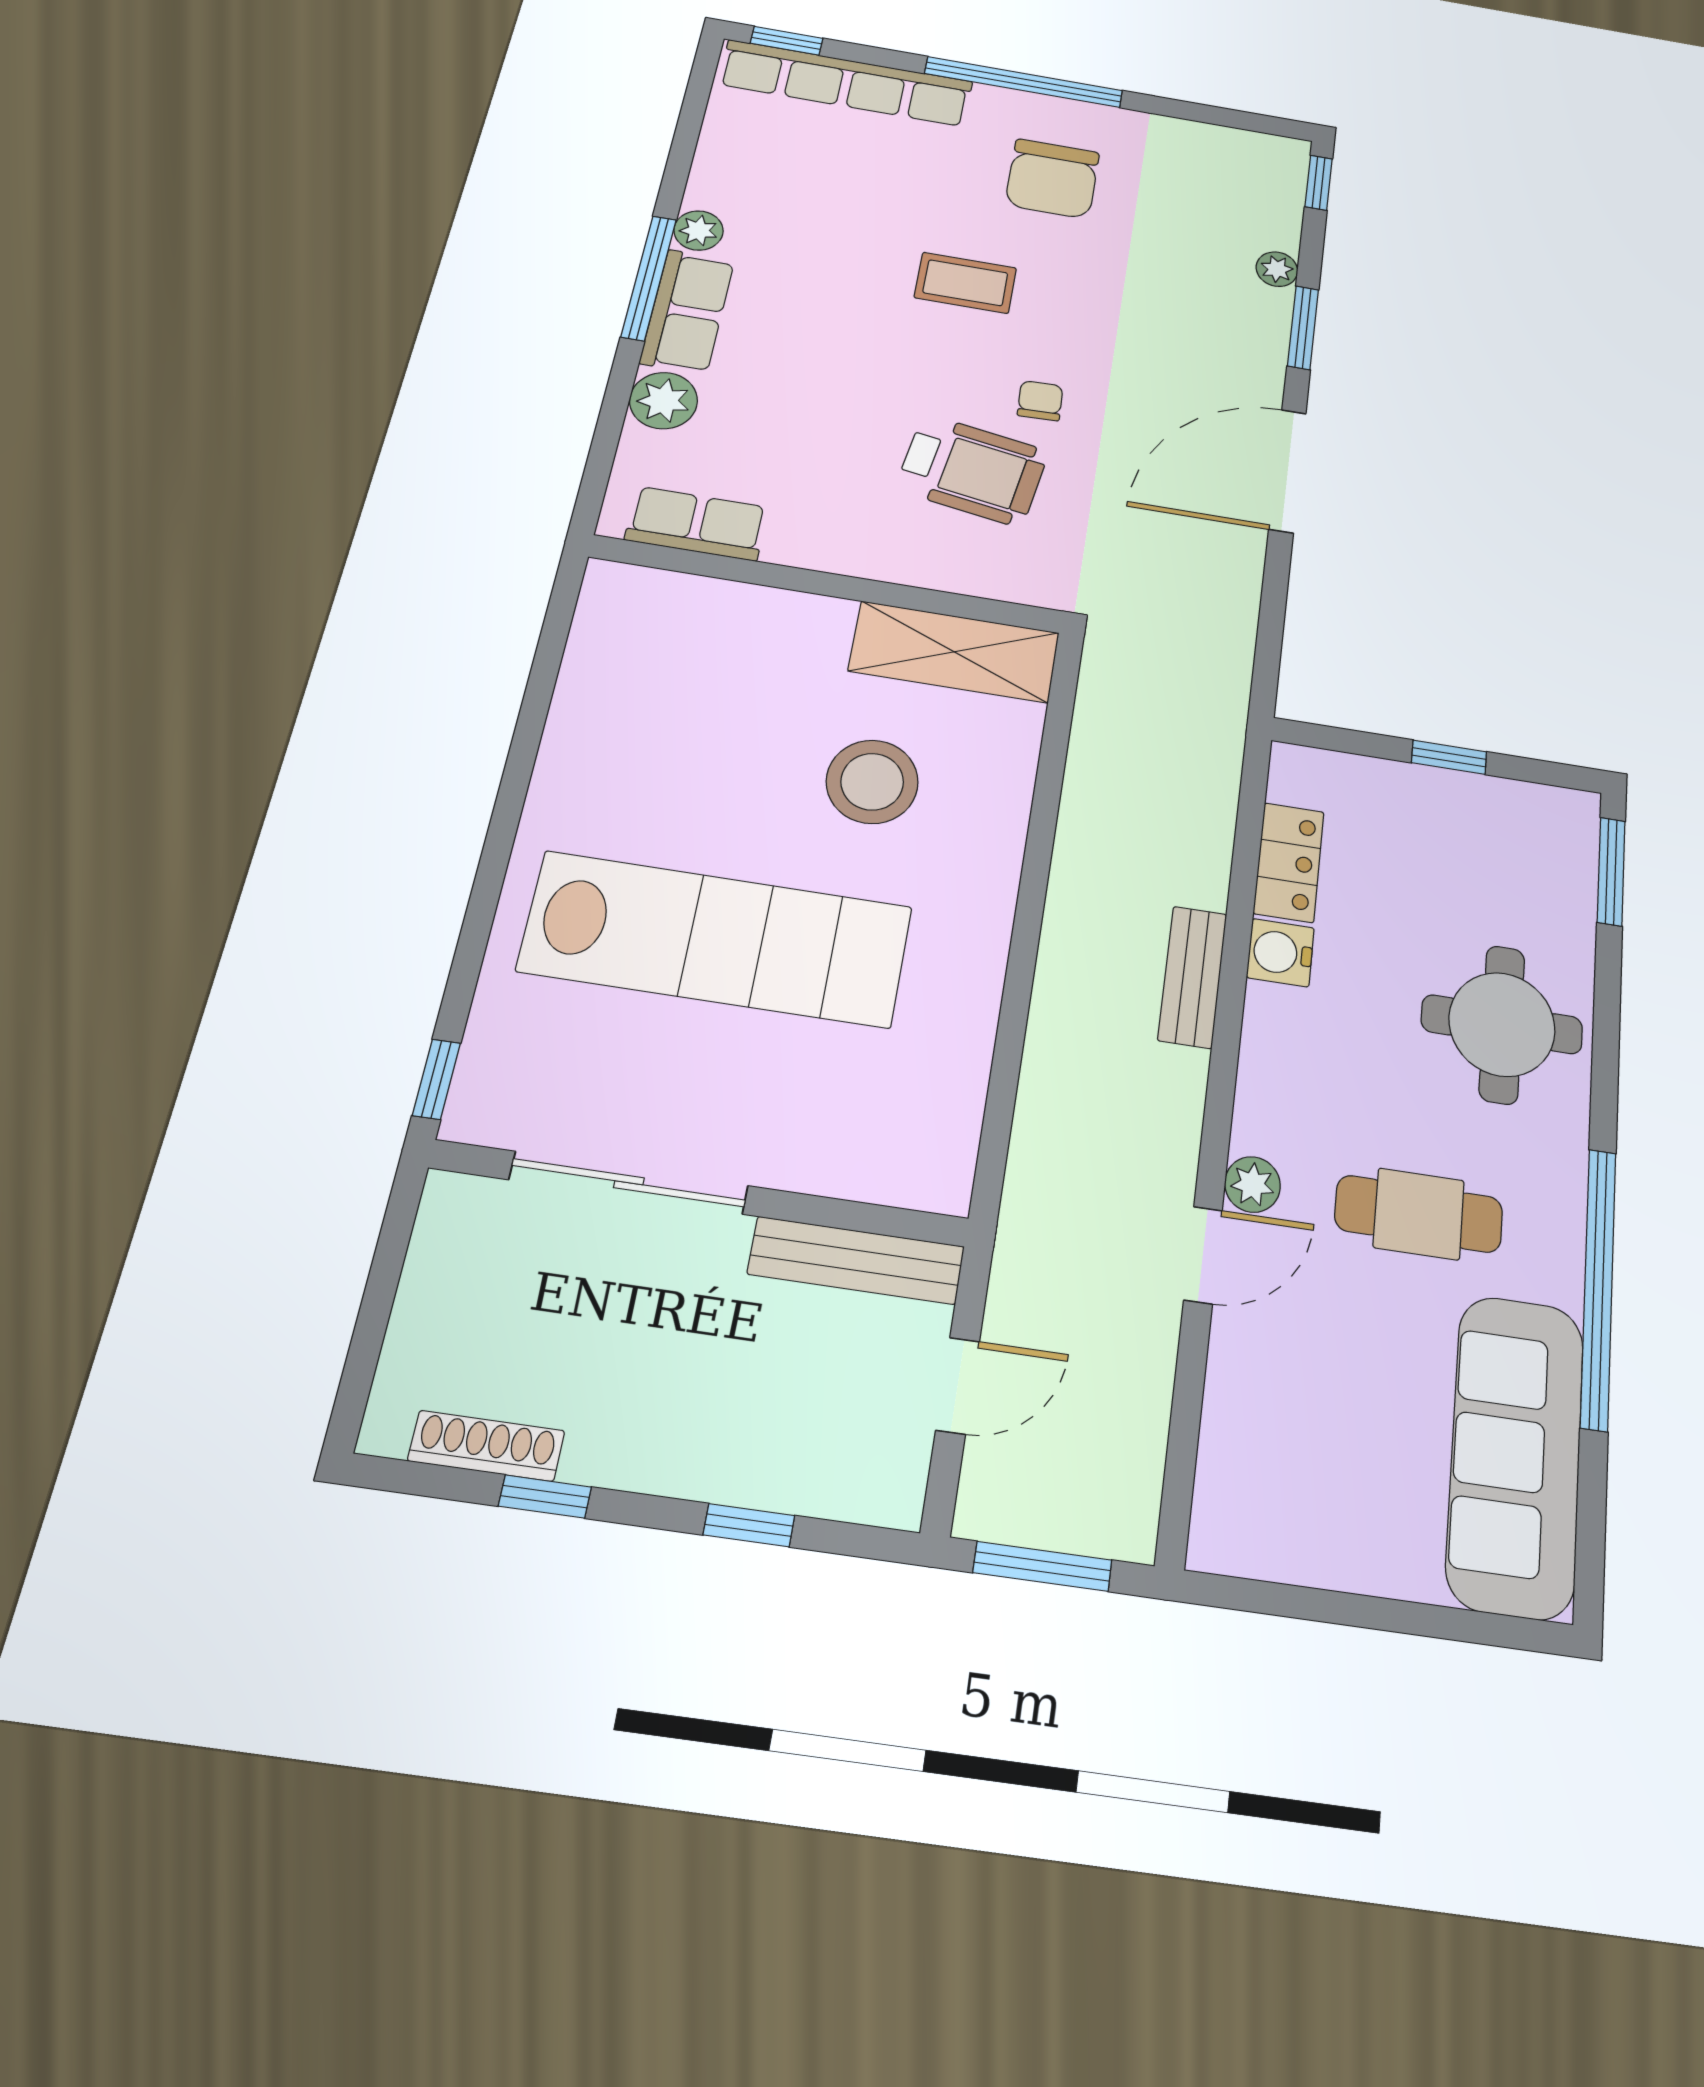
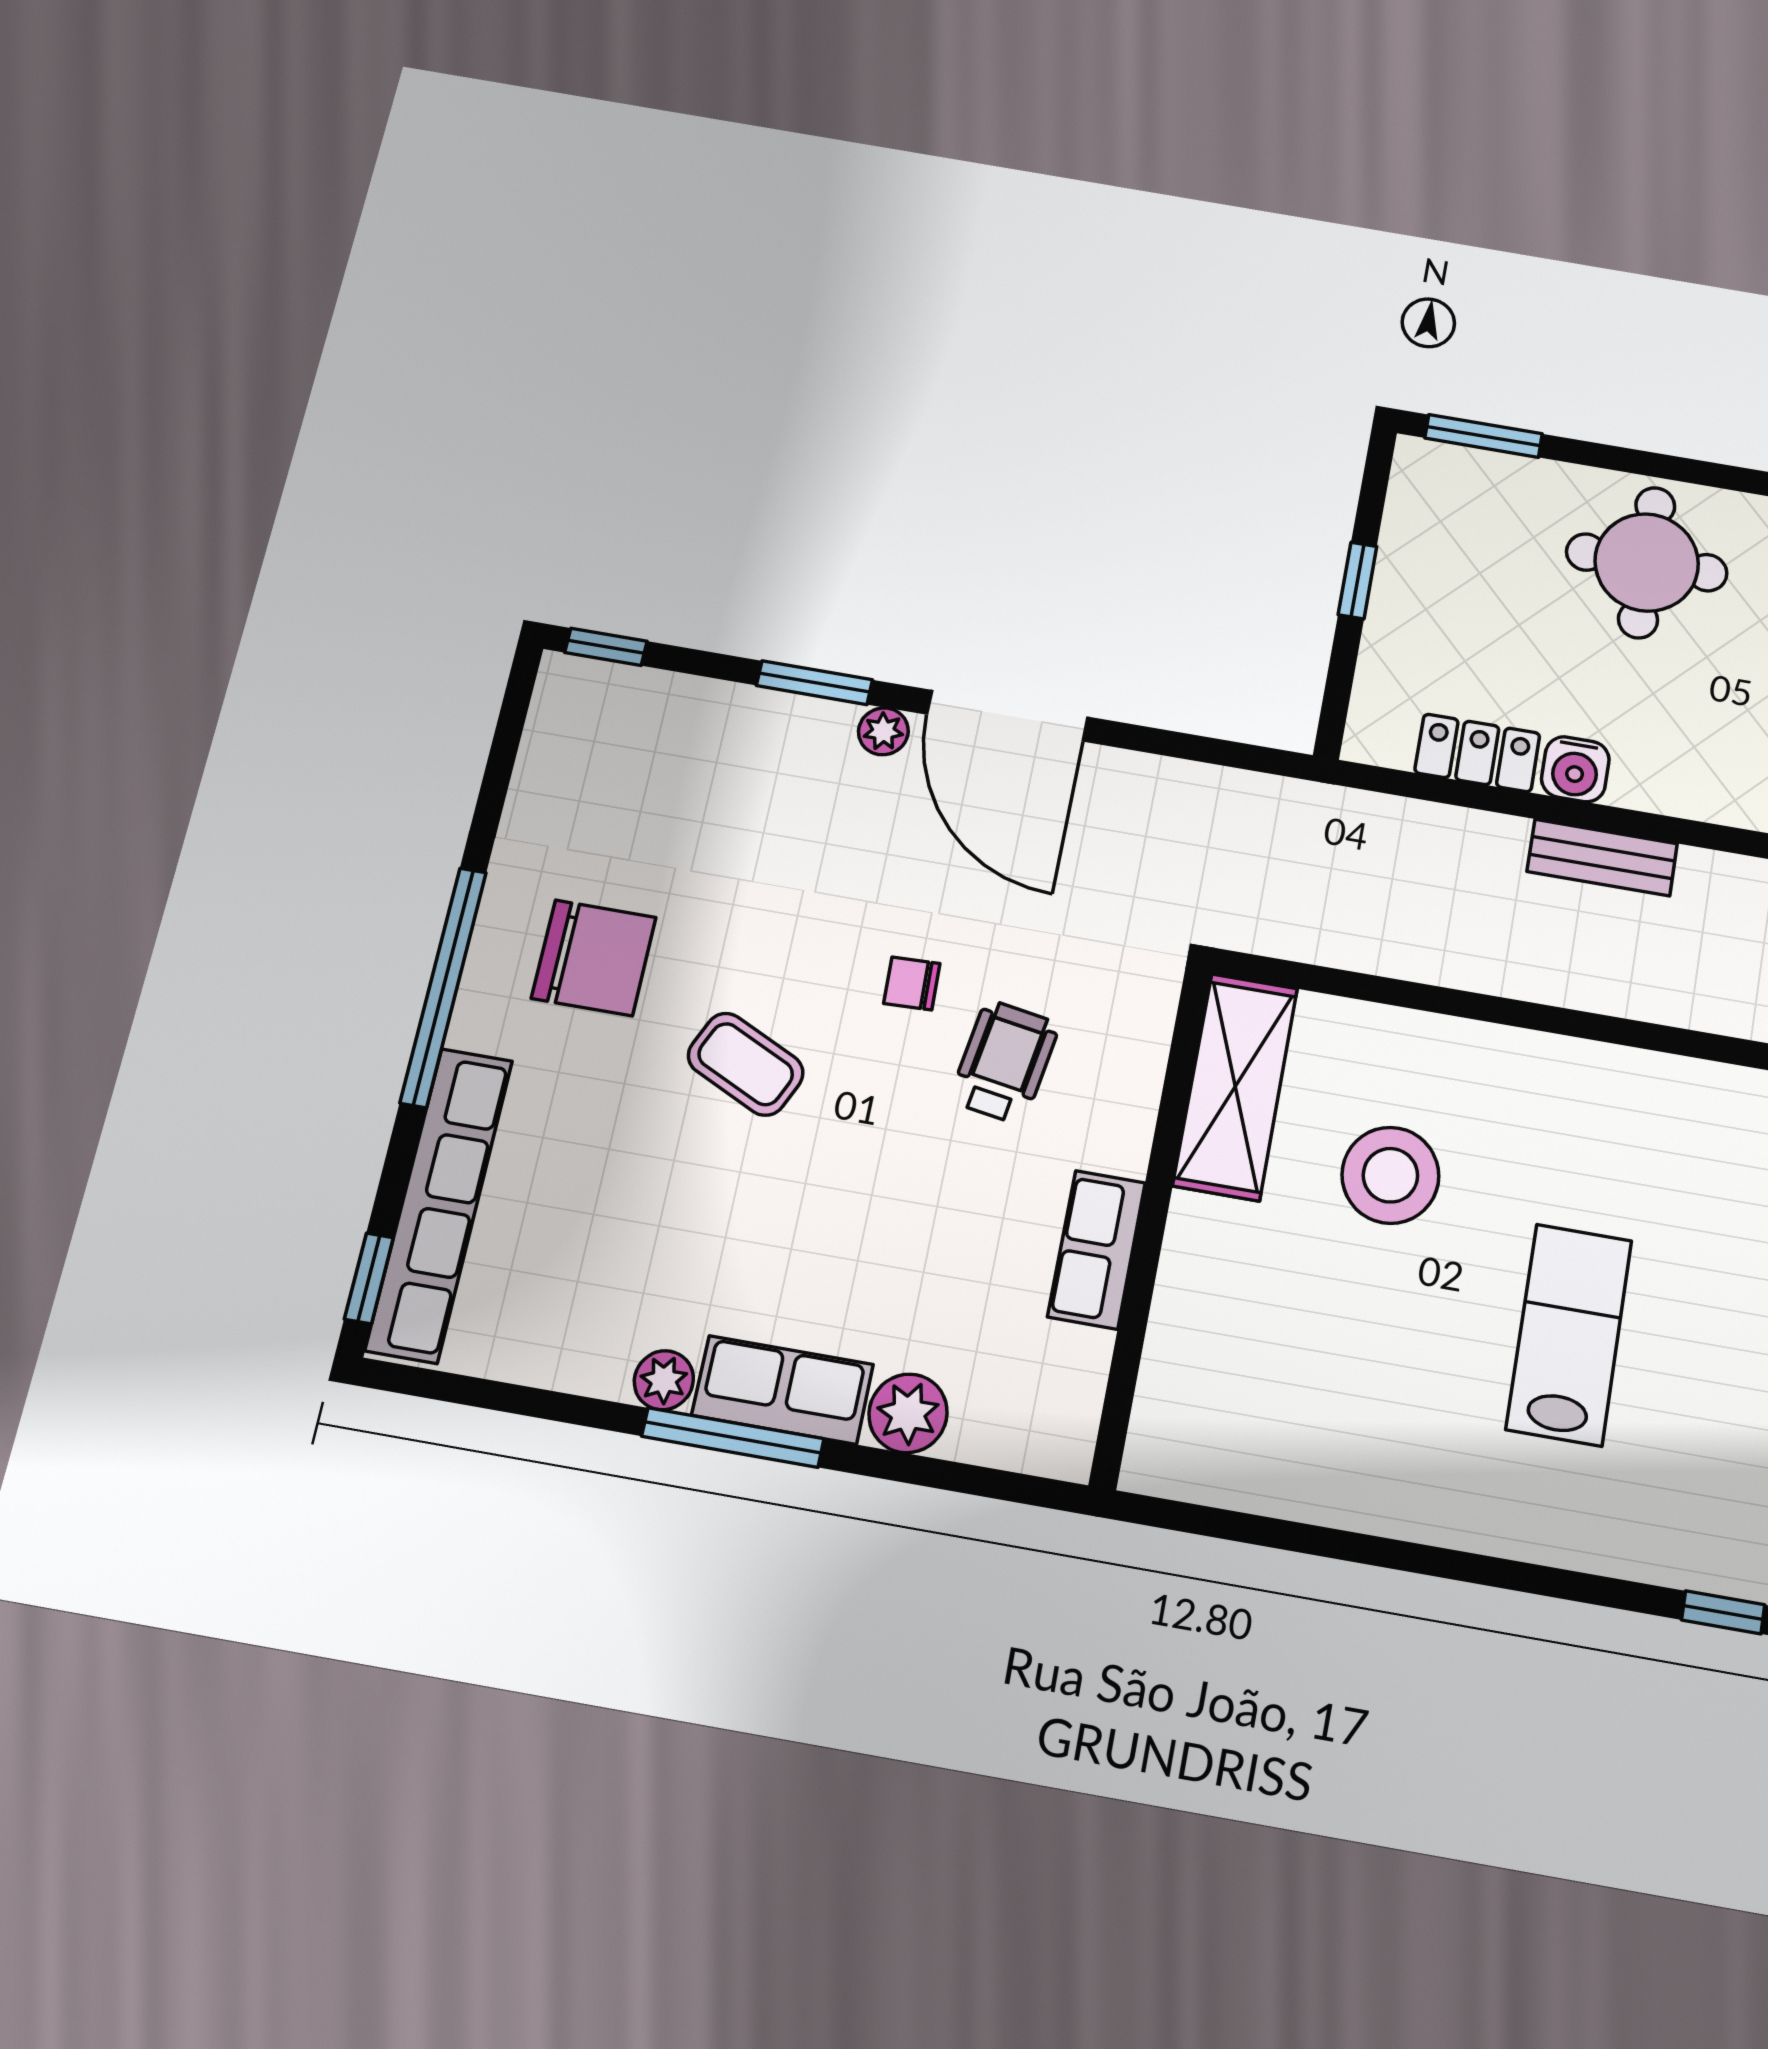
plant: (1277, 269) -> (883, 731), moved
coffee table: (965, 283) -> (746, 1064), turned -65
wheelchair: (972, 470) -> (1004, 1062), width x0.73, depth x0.73
row of seats: (697, 524) -> (1097, 1250), moved
lab bench: (717, 939) -> (1569, 1335), width x0.54, depth x0.72

